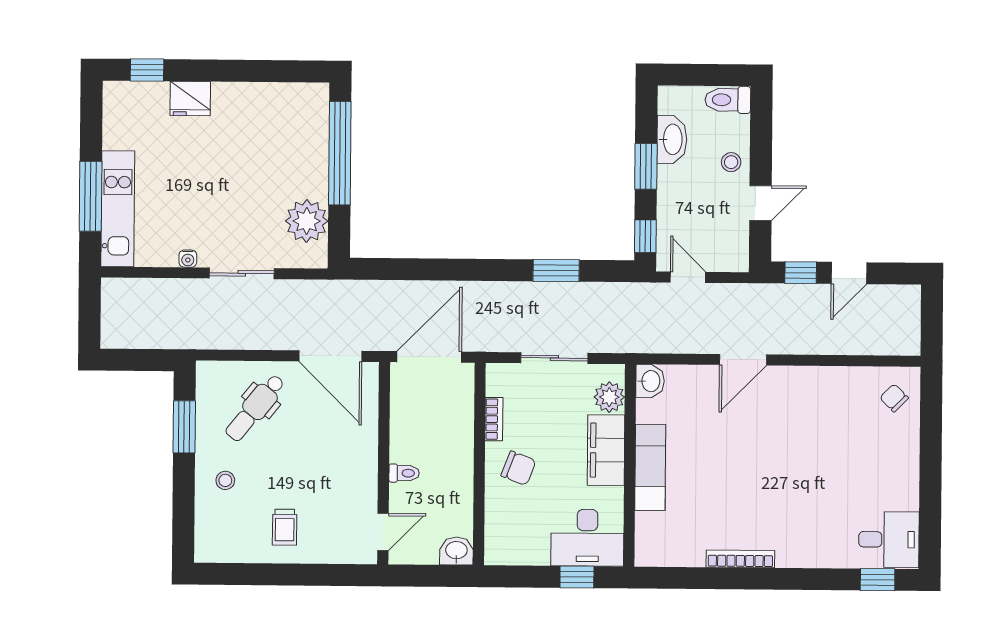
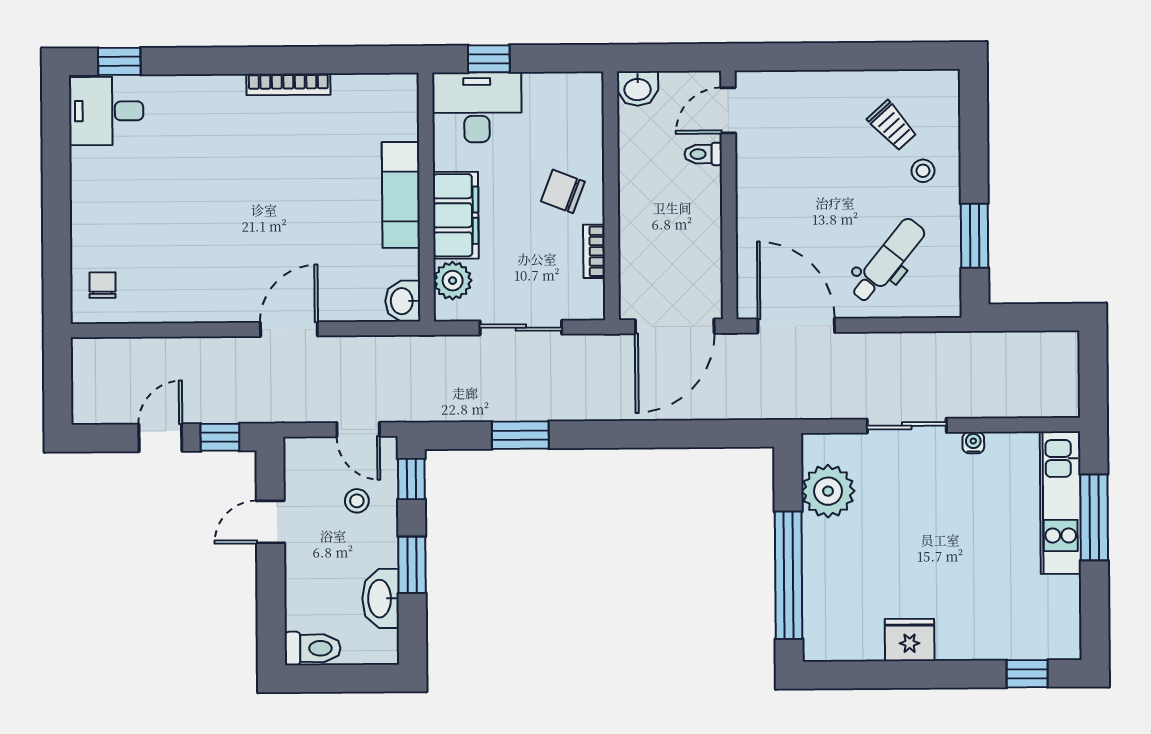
fridge: (190, 99) -> (910, 640), moved
stool: (731, 162) -> (357, 501), moved
chair: (894, 398) -> (103, 285), turned -135
toilet: (404, 473) -> (703, 154), moved
trolley: (285, 527) -> (892, 126), moved, turned 138

